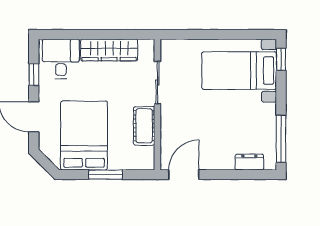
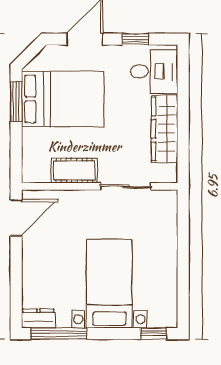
bed with nightstands: (239, 71) -> (109, 284), moved
dresser: (249, 162) -> (38, 319), moved, turned -90
window: (106, 175) -> (16, 102), moved
door: (184, 175) -> (16, 218), hinge flipped

